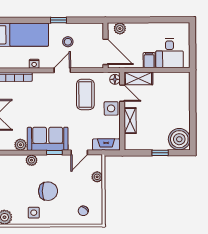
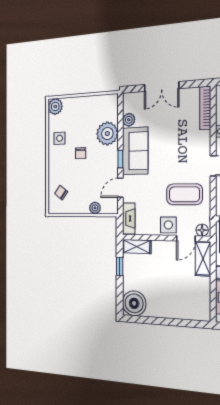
shelving: (130, 121) -> (137, 247), moved
door: (79, 152) -> (120, 188), hinge flipped
window: (160, 153) -> (120, 266), moved
plant: (32, 160) -> (107, 134), width x1.87, depth x1.87
chair: (48, 191) -> (81, 153), width x0.54, depth x0.54

